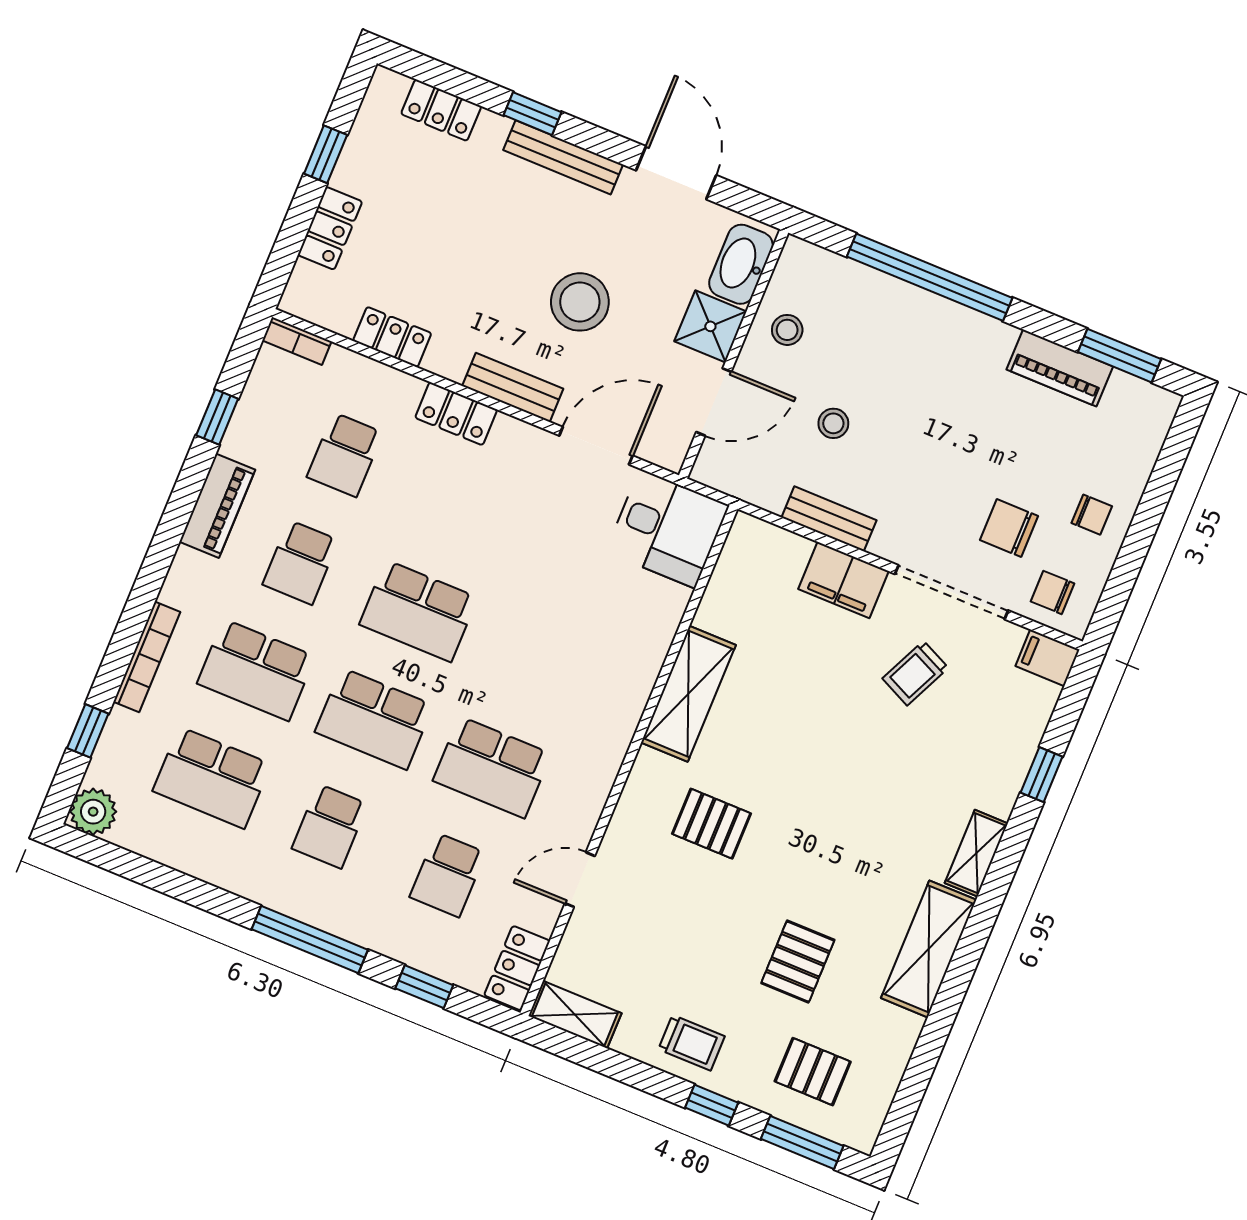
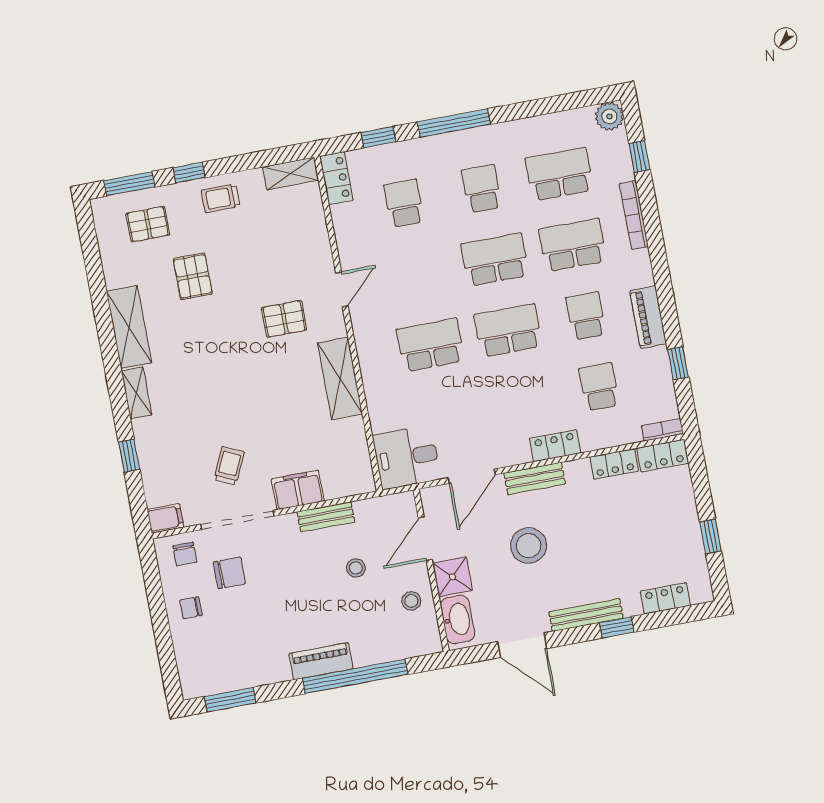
locker: (330, 228) -> (663, 456), moved, turned -90
piano: (1060, 368) -> (321, 661), moved
chair: (1053, 592) -> (185, 554), turned 90
school desk: (492, 767) -> (430, 345), moved
door: (580, 880) -> (342, 289), moved

